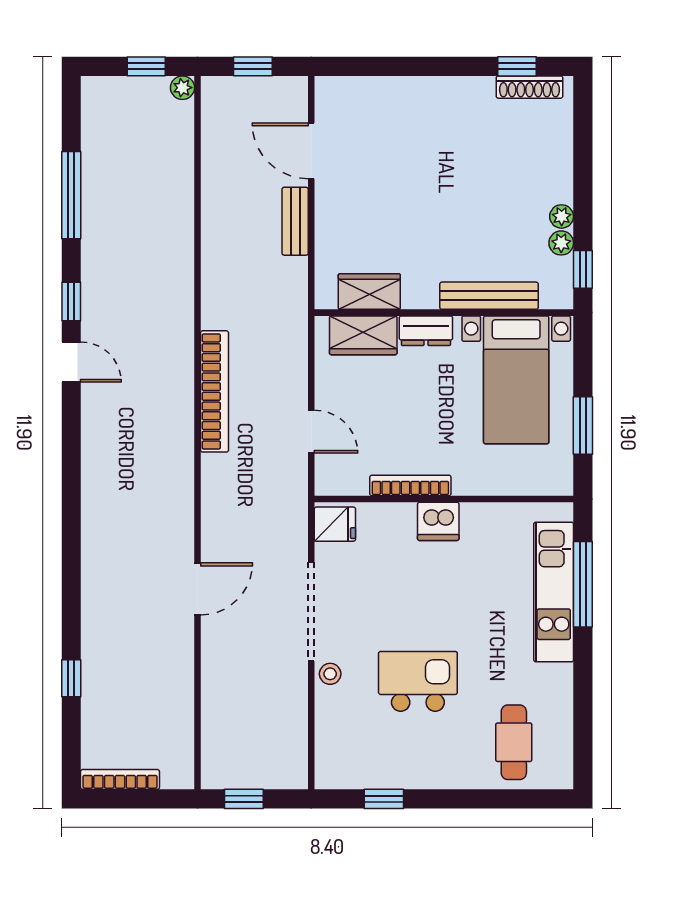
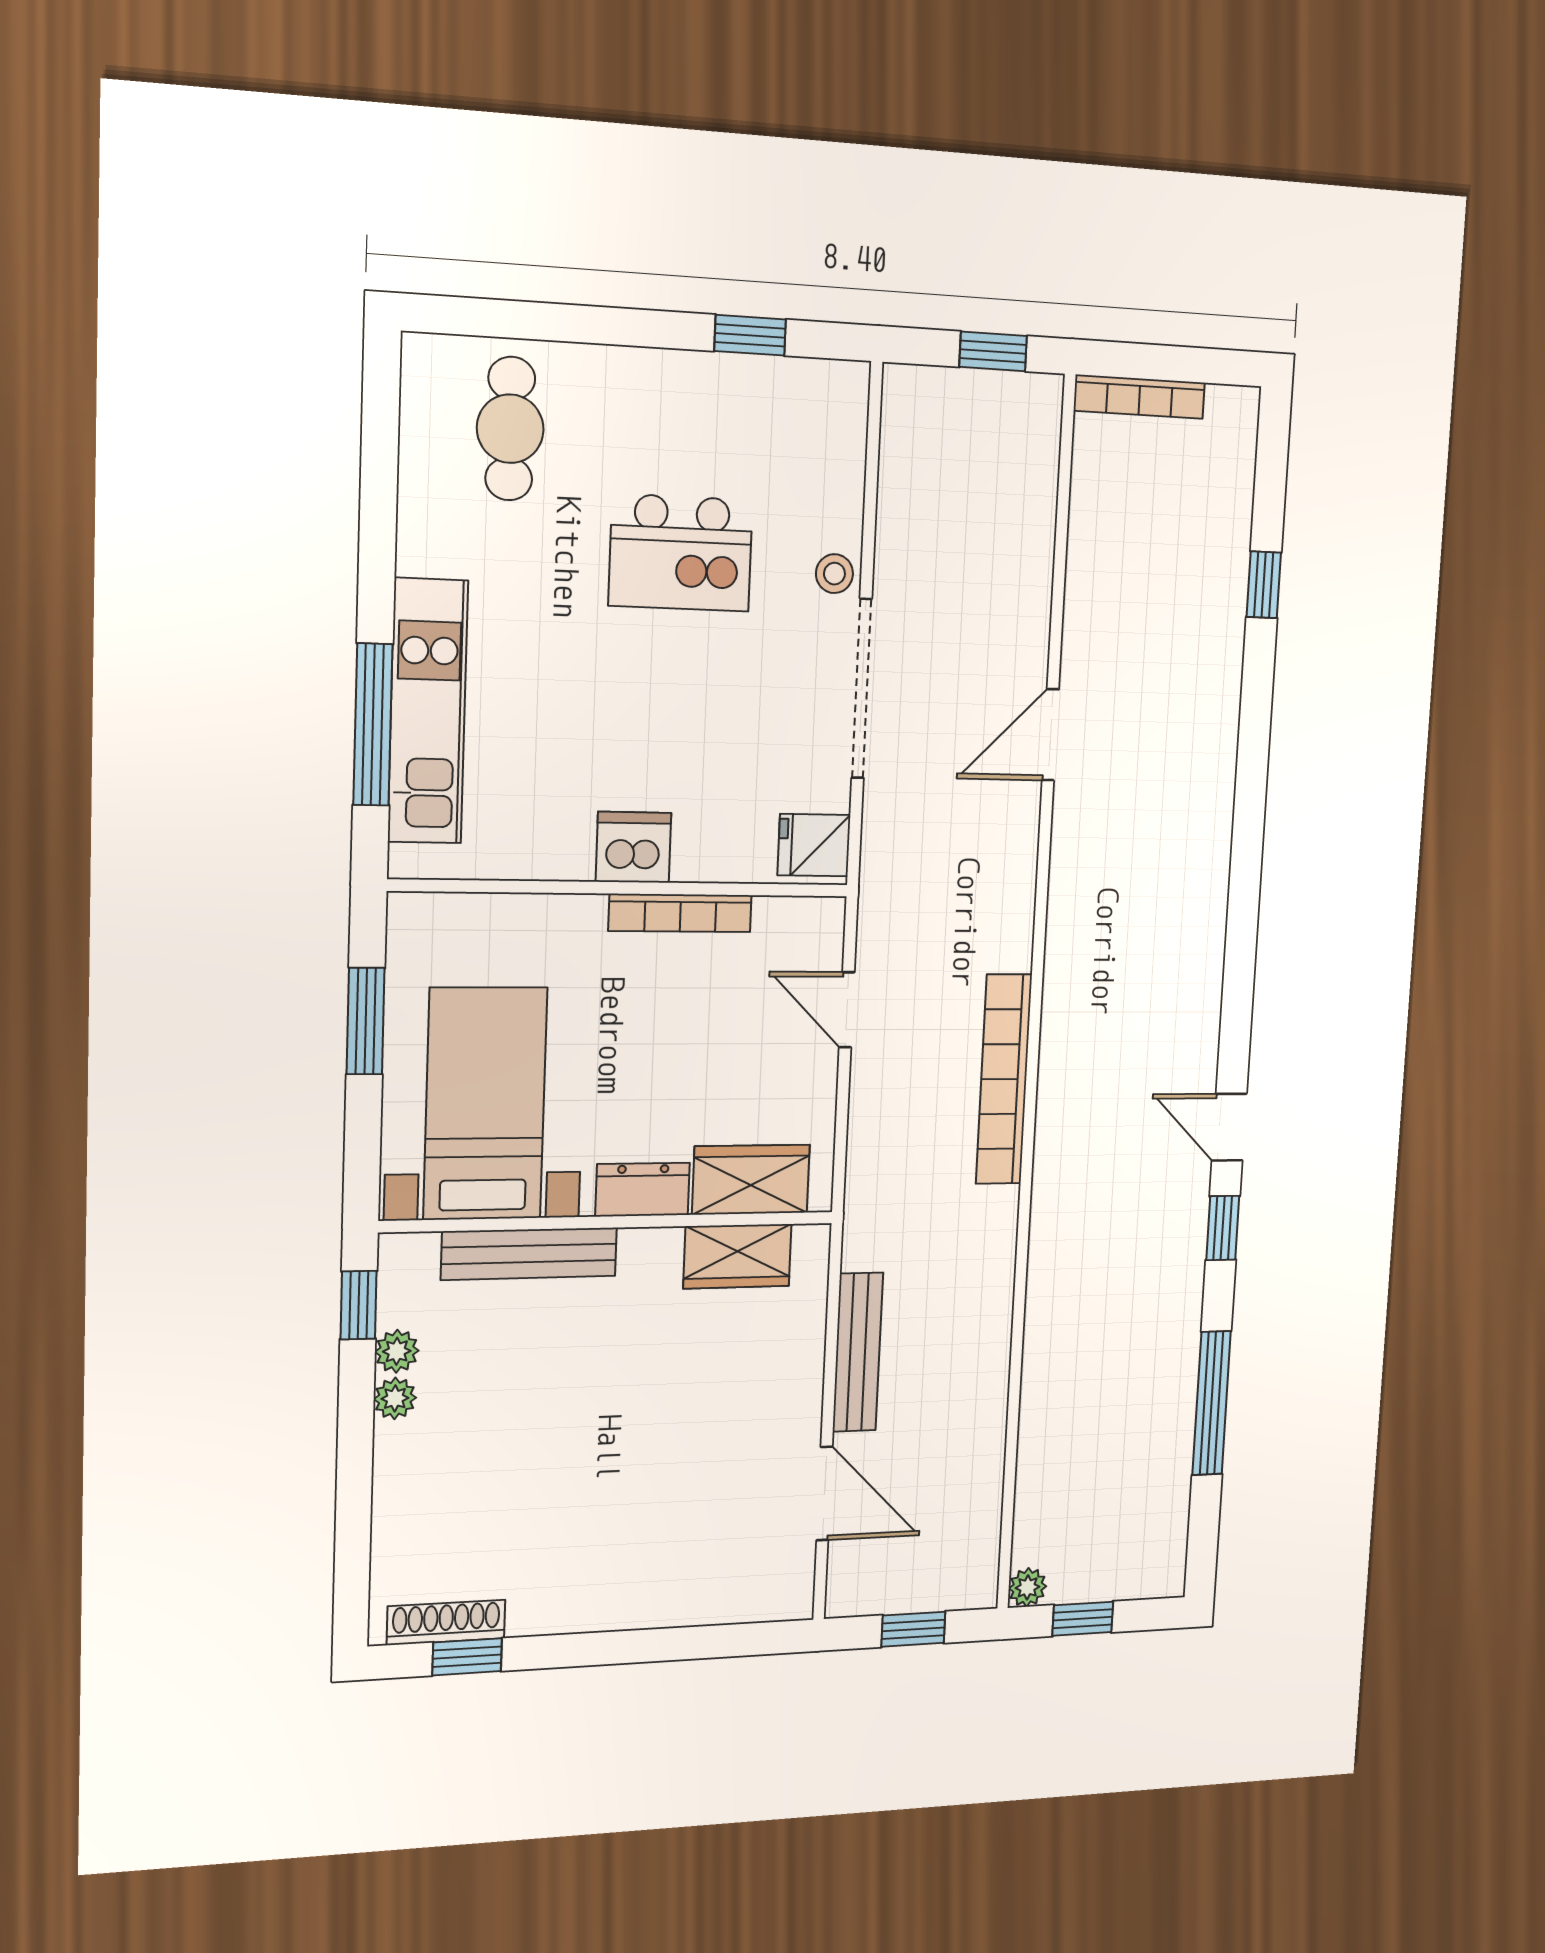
bench: (295, 221) -> (858, 1352), width x1.36
bookcase: (120, 779) -> (1139, 397), moved

